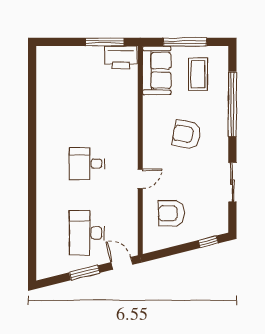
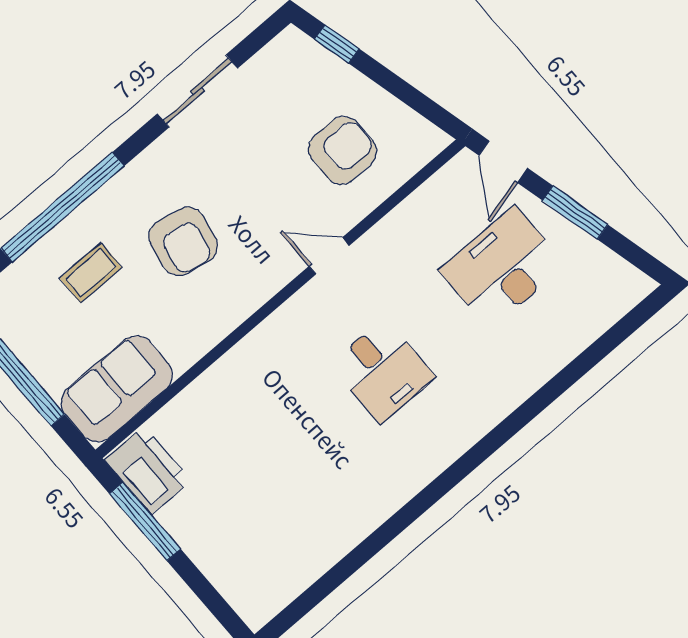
coffee table: (198, 74) -> (91, 273), moved, width x0.73, depth x0.77
armchair: (171, 213) -> (342, 150), turned -90
desk: (87, 233) -> (502, 268), turned 180

